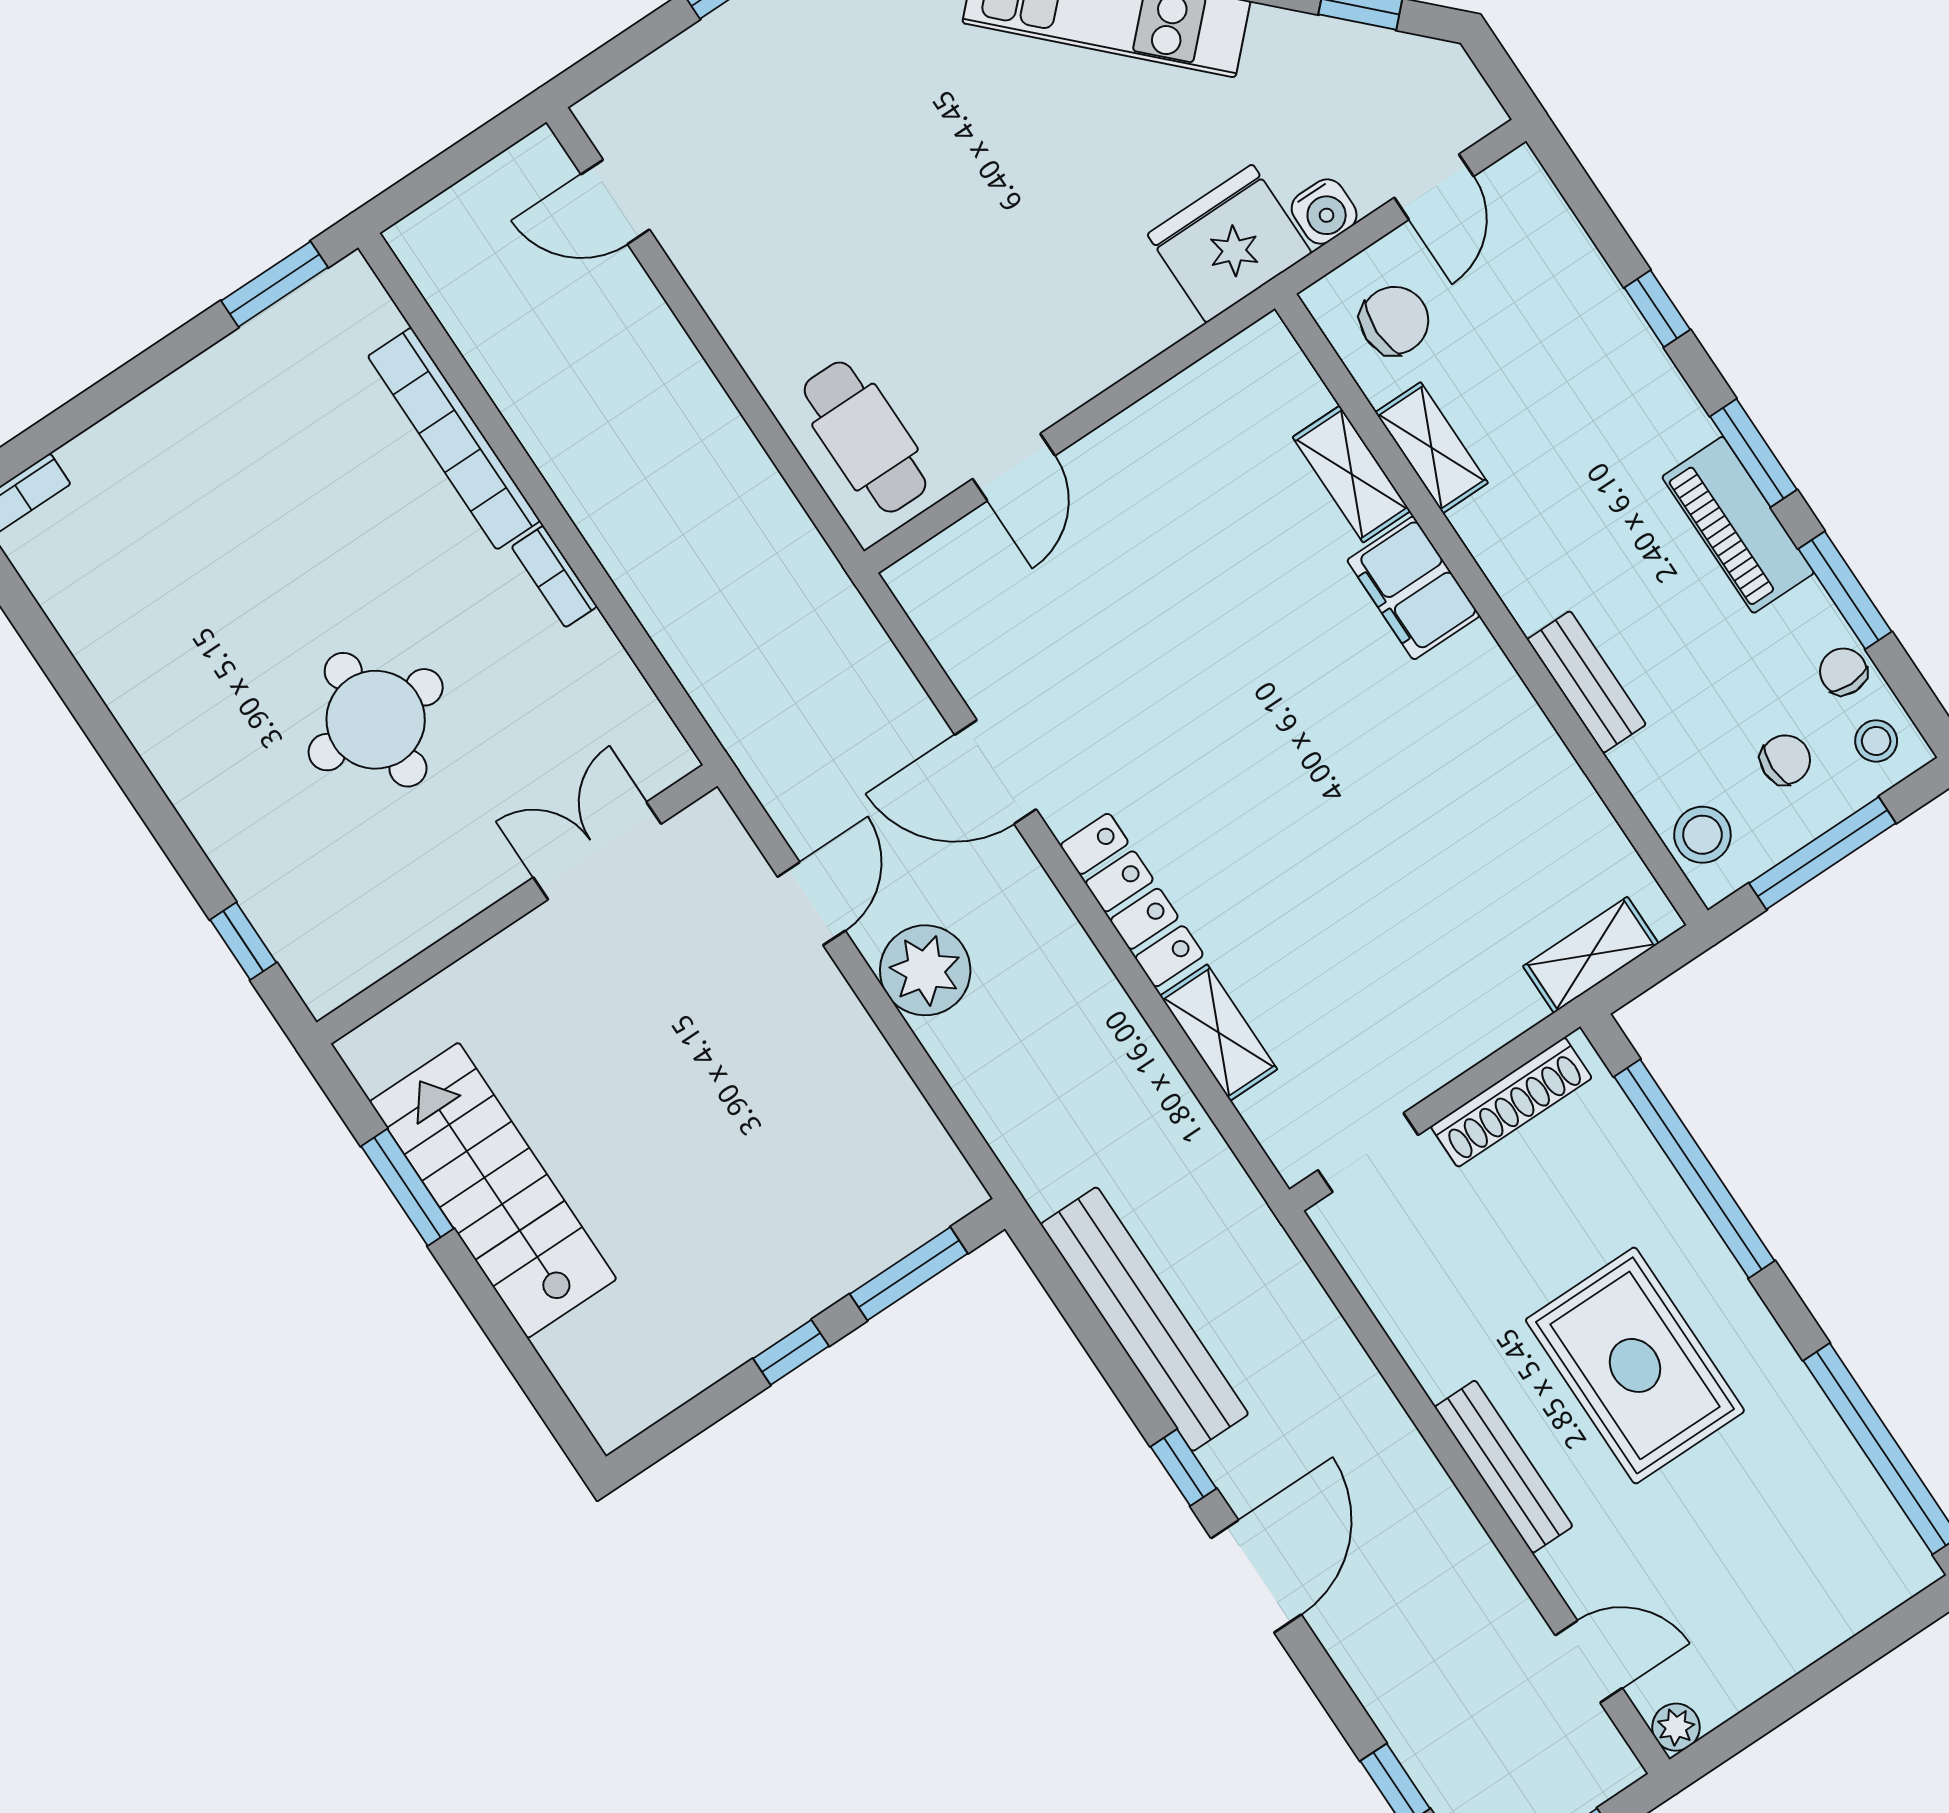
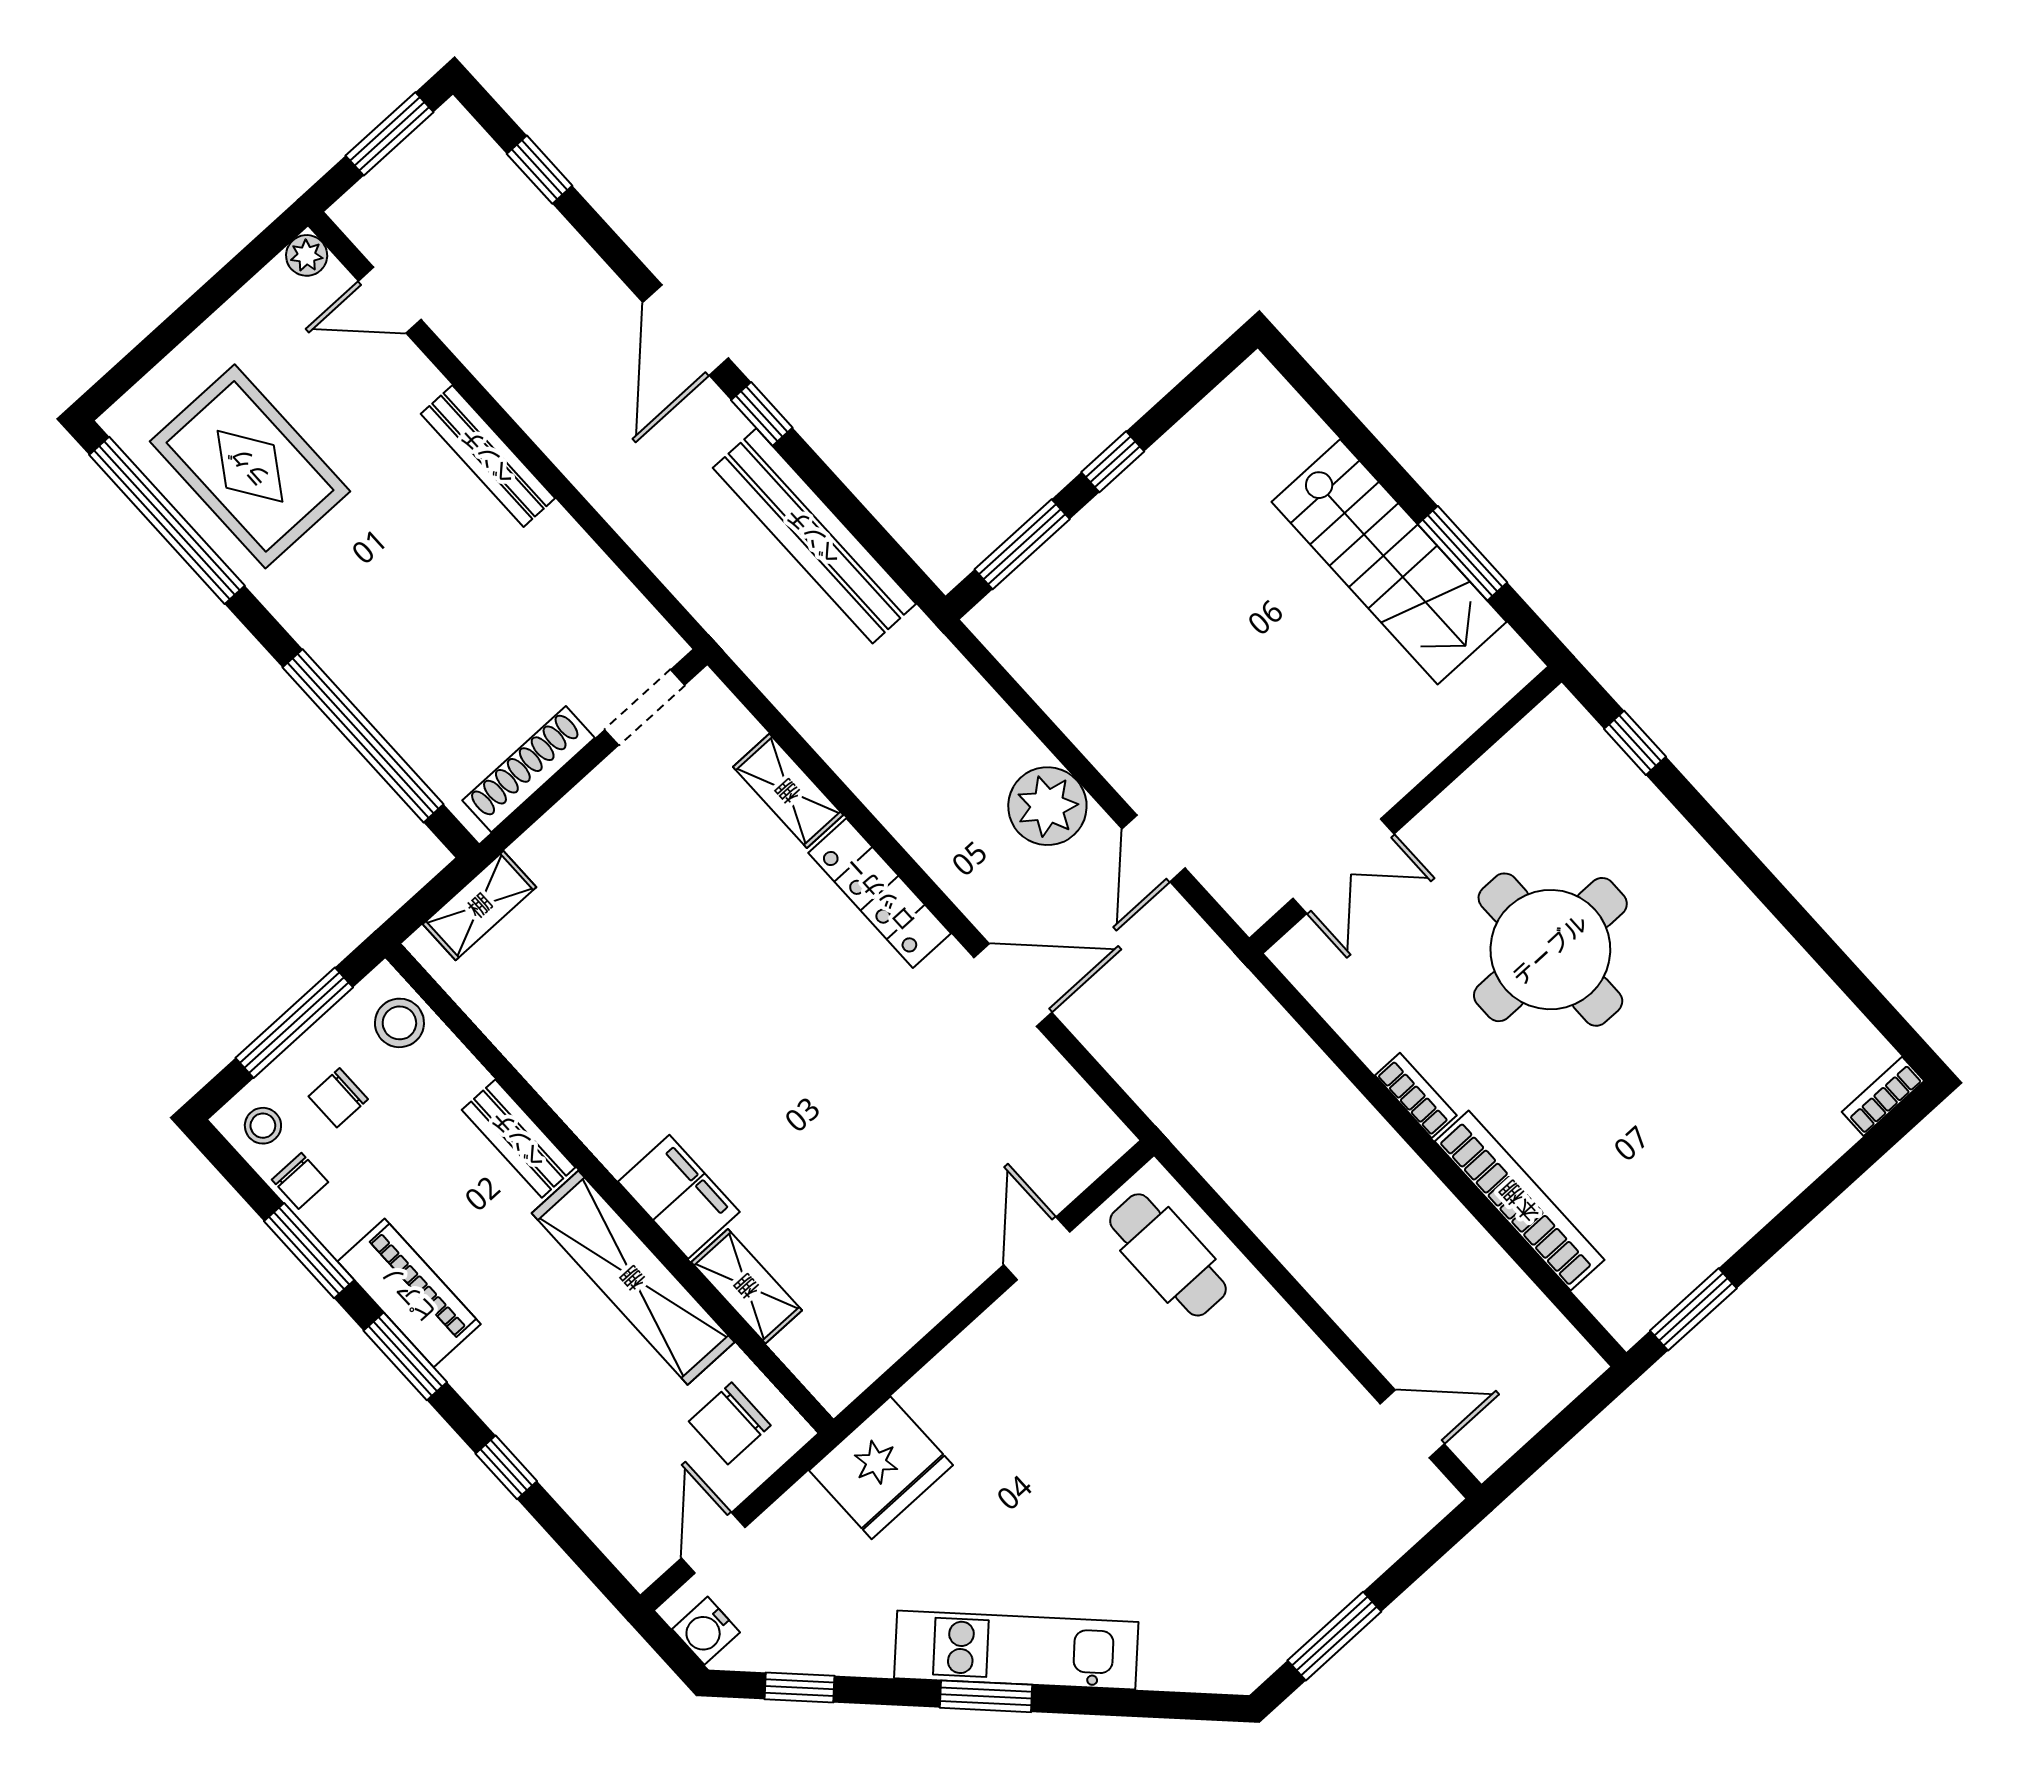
water cooler: (1324, 212) -> (706, 1631), moved, turned -90
shelving: (1432, 448) -> (633, 1278), width x2.20, depth x1.33
round table: (376, 720) -> (1550, 950), width x1.36, depth x1.36
rug: (1635, 1365) -> (250, 466), moved

